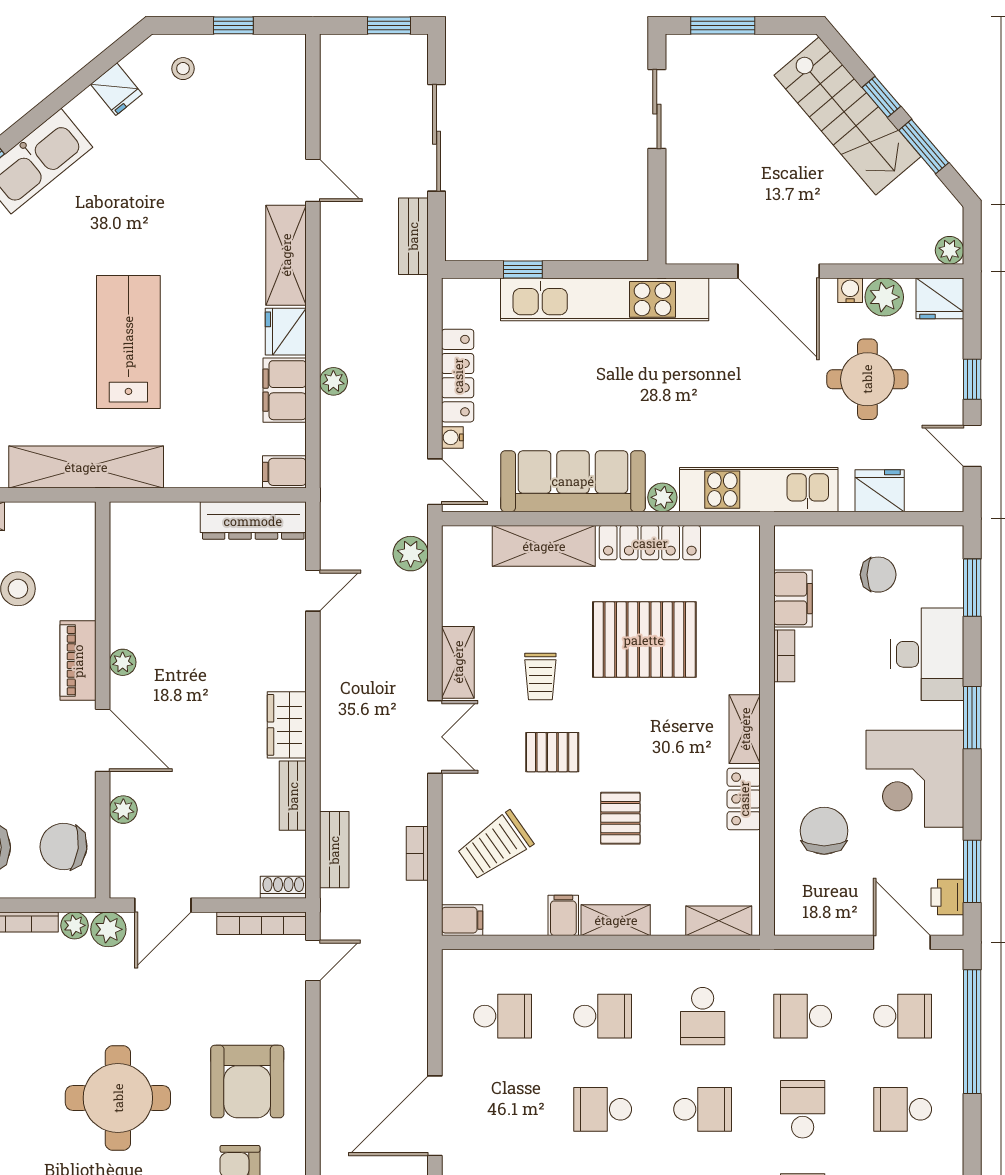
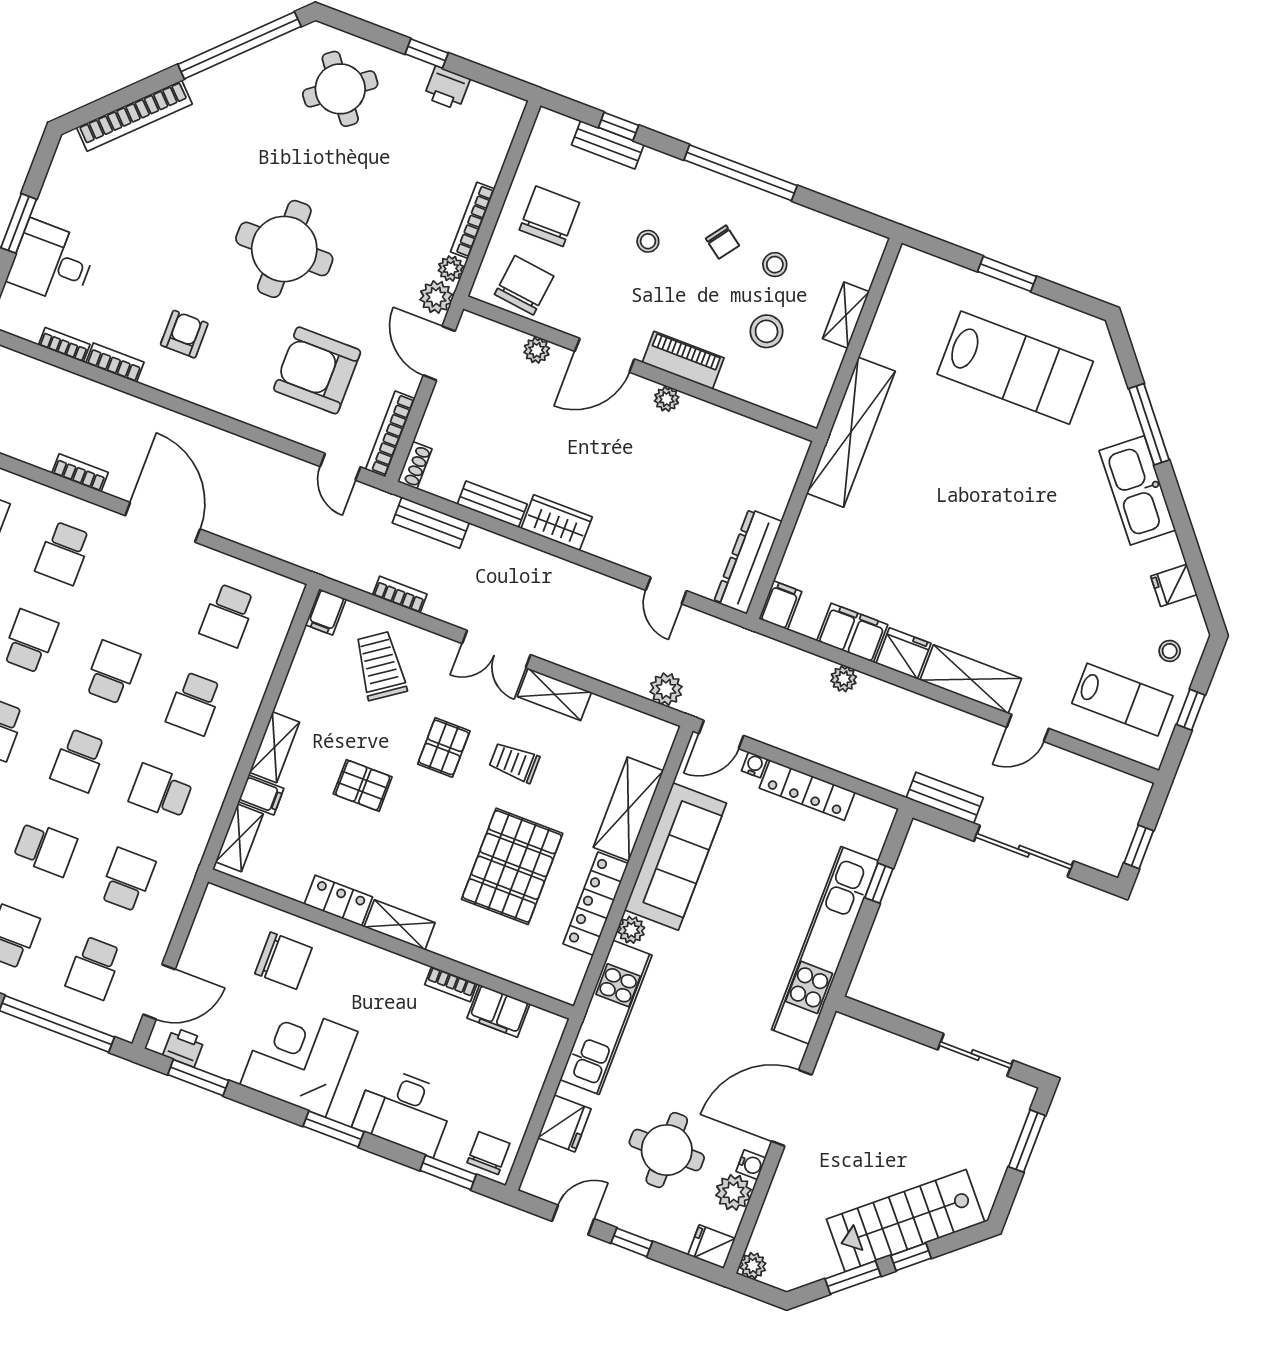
fridge: (940, 298) -> (712, 1247), width x0.72
lab bench: (128, 342) -> (1122, 700), moved, width x0.73, depth x0.72
chair: (878, 575) -> (488, 1153), moved, turned 180
filing cabinet: (563, 915) -> (261, 795), moved
armchair: (247, 1082) -> (317, 370), moved

